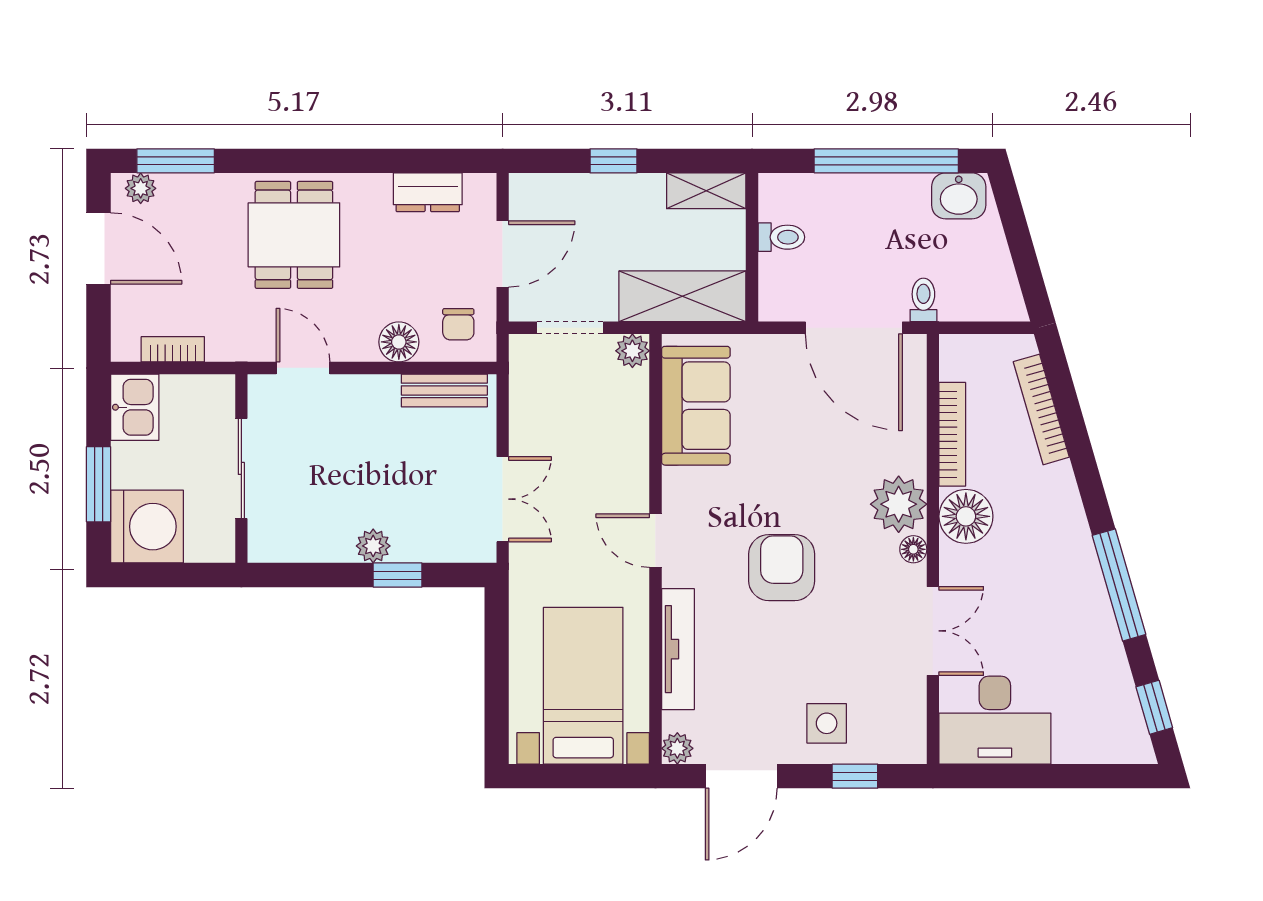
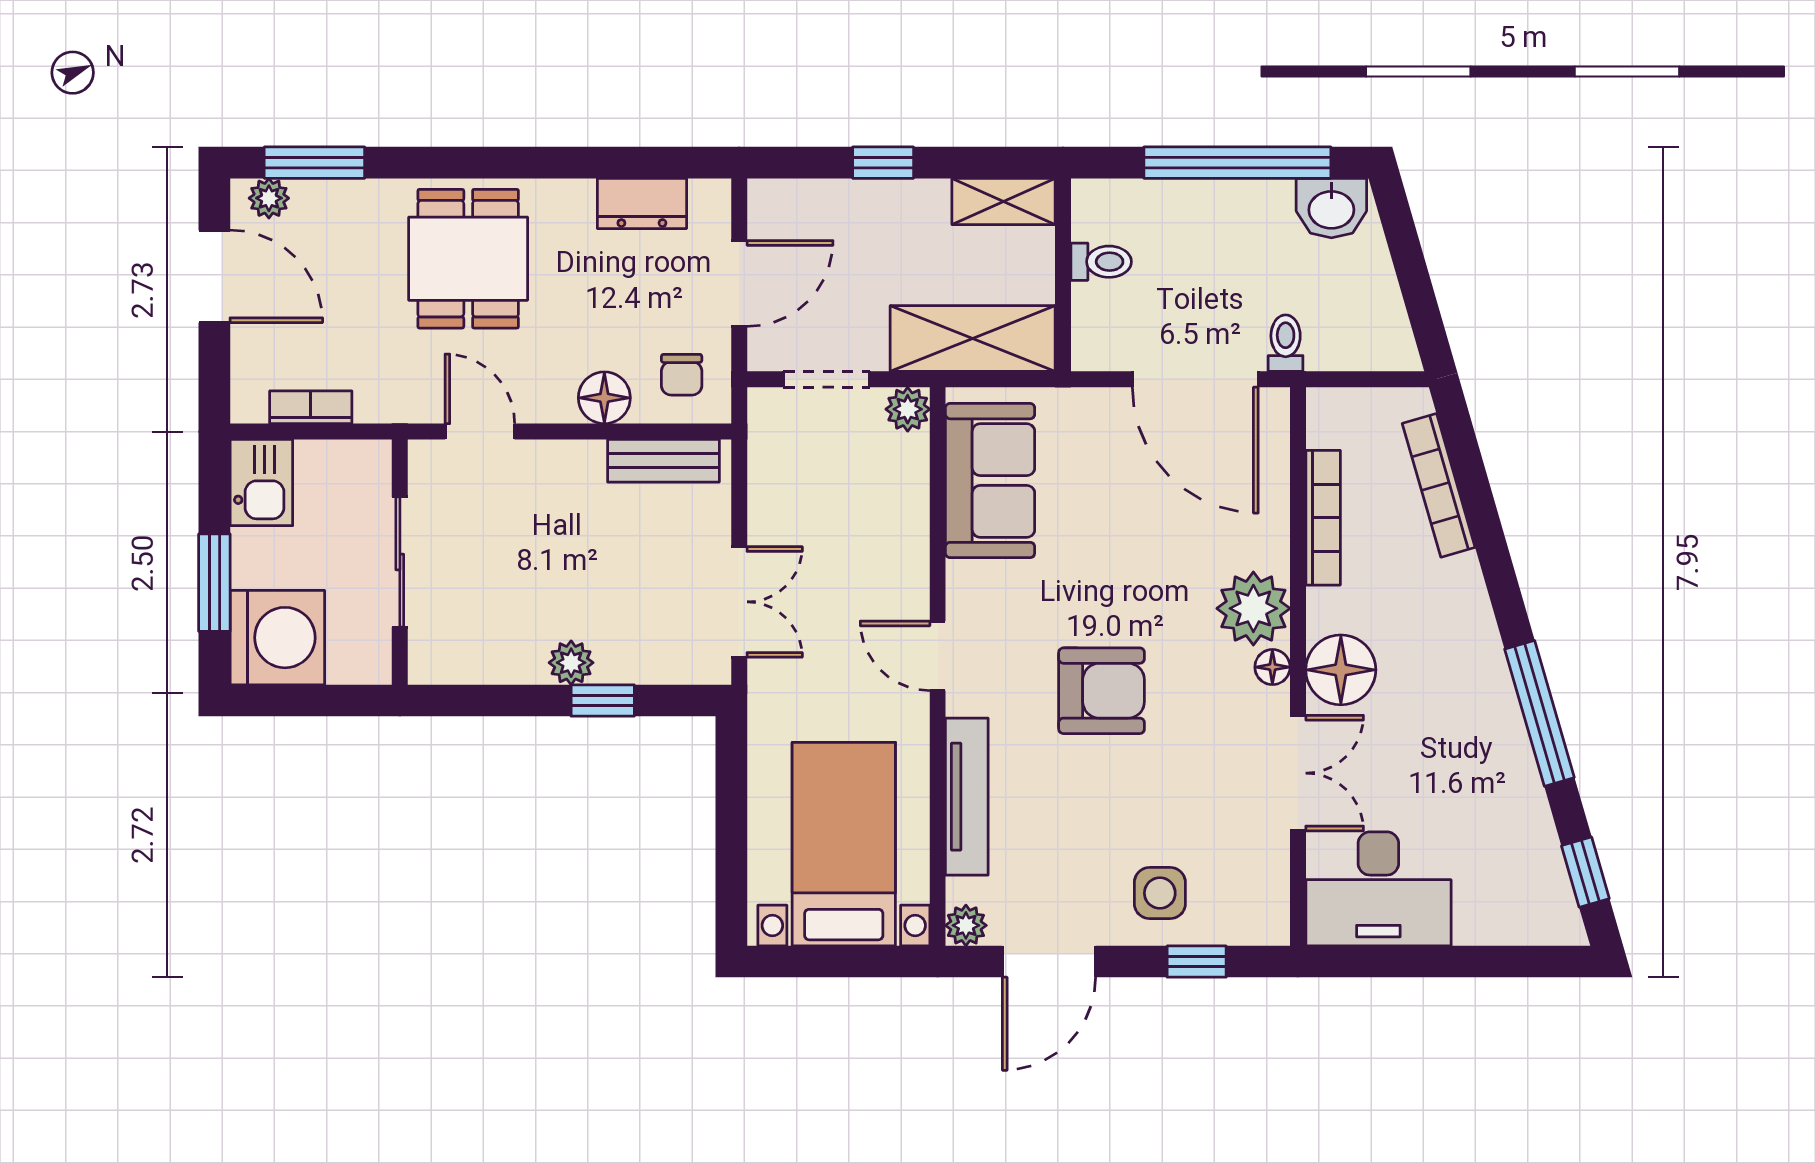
floor lamp: (966, 516) -> (1341, 670), moved
armchair: (782, 568) -> (1102, 691), turned 90

